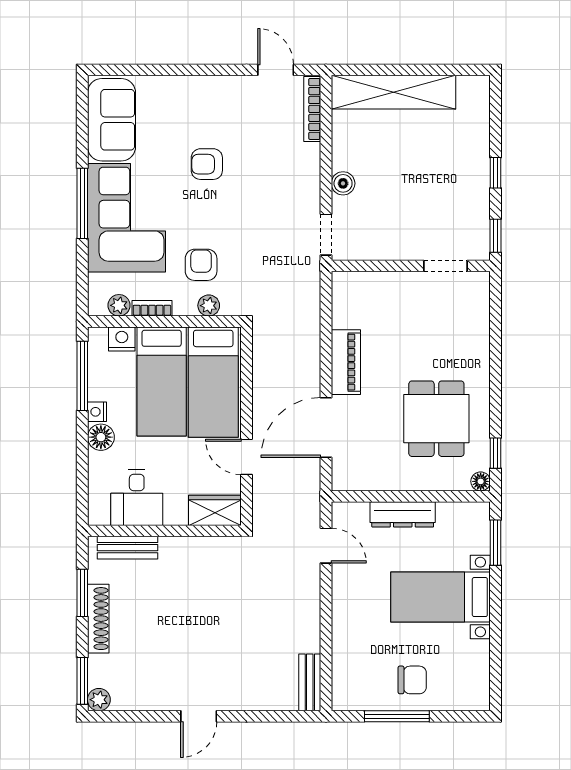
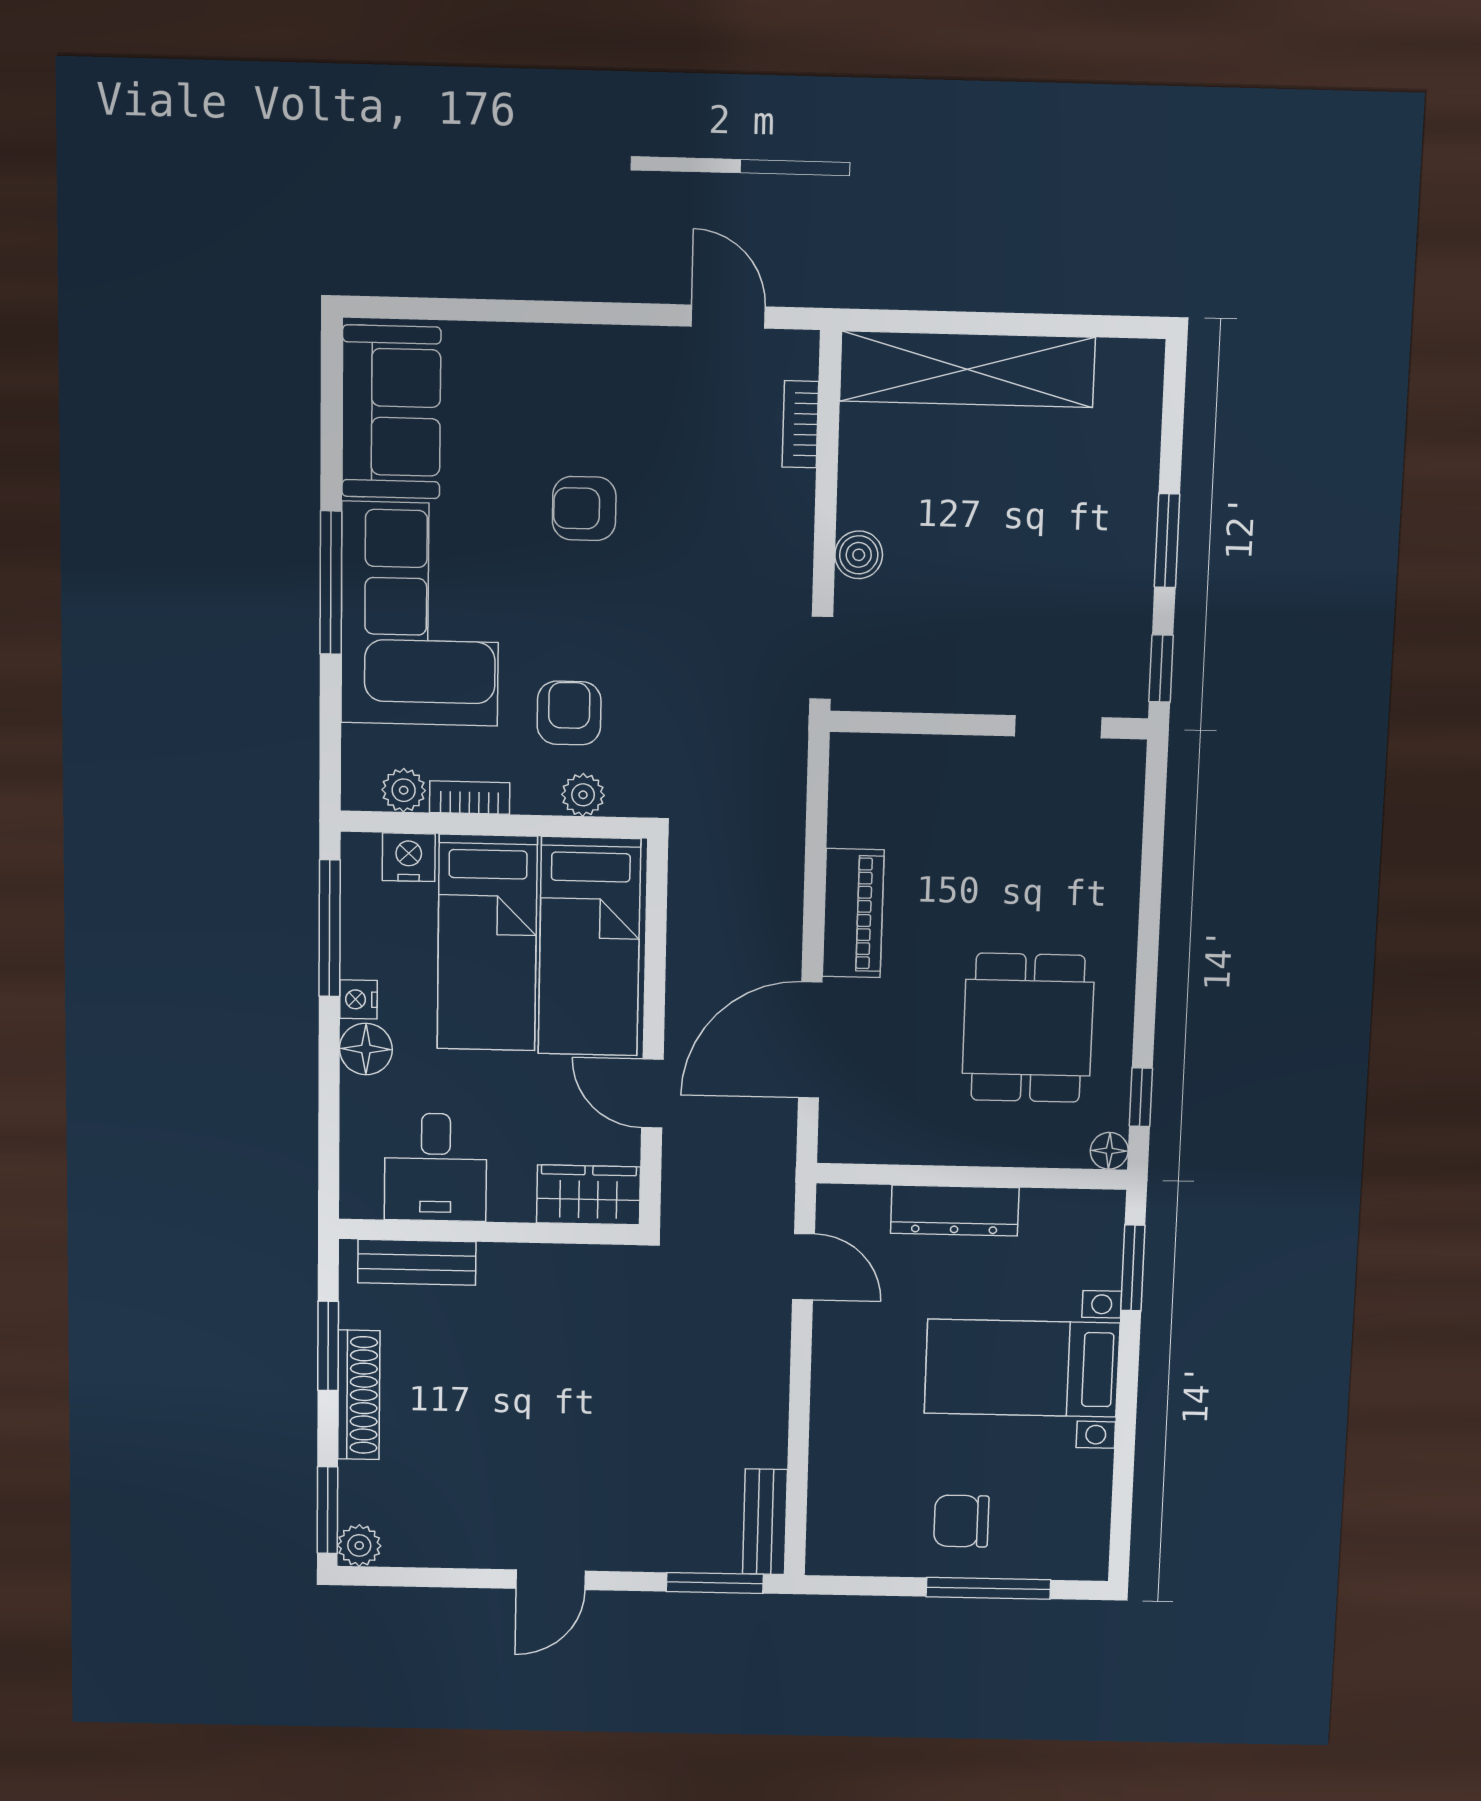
bookcase: (312, 109) -> (800, 424), width x0.64
window: (496, 173) -> (1167, 541), width x1.50
chair: (412, 680) -> (961, 1521), turned 180
window: (284, 716) -> (715, 1583), added
window: (397, 716) -> (988, 1588), moved

